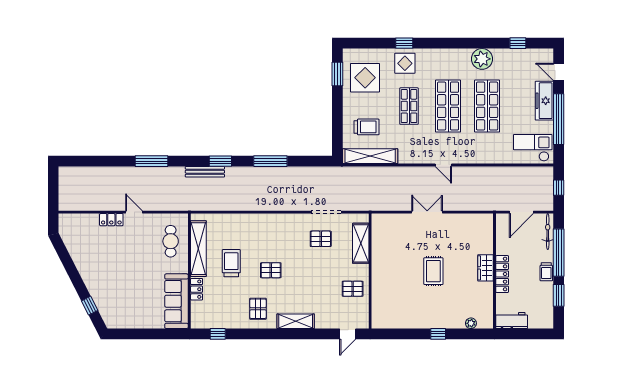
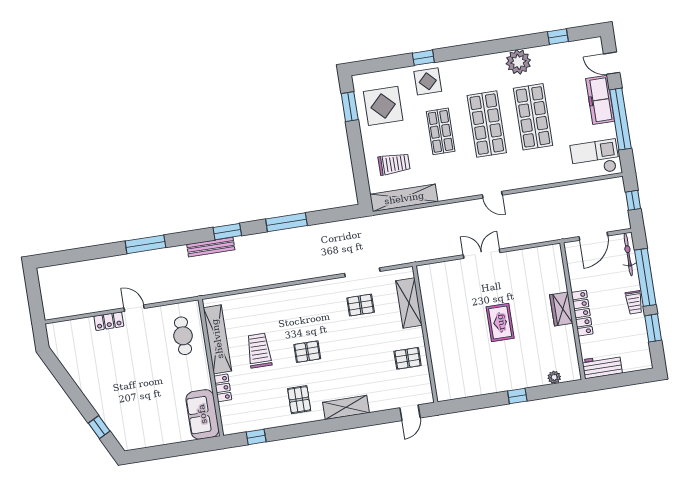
sofa: (176, 301) -> (202, 414), width x0.73

